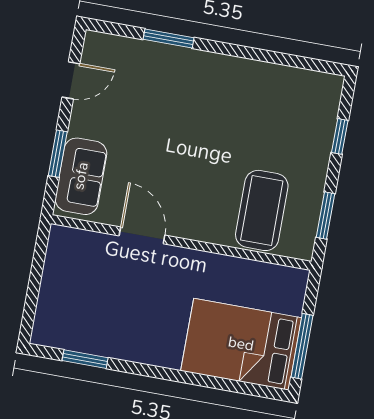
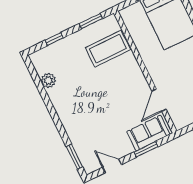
window: (169, 38) -> (74, 157), moved
plant: (281, 79) -> (48, 80), added
door: (142, 235) -> (159, 100), moved

